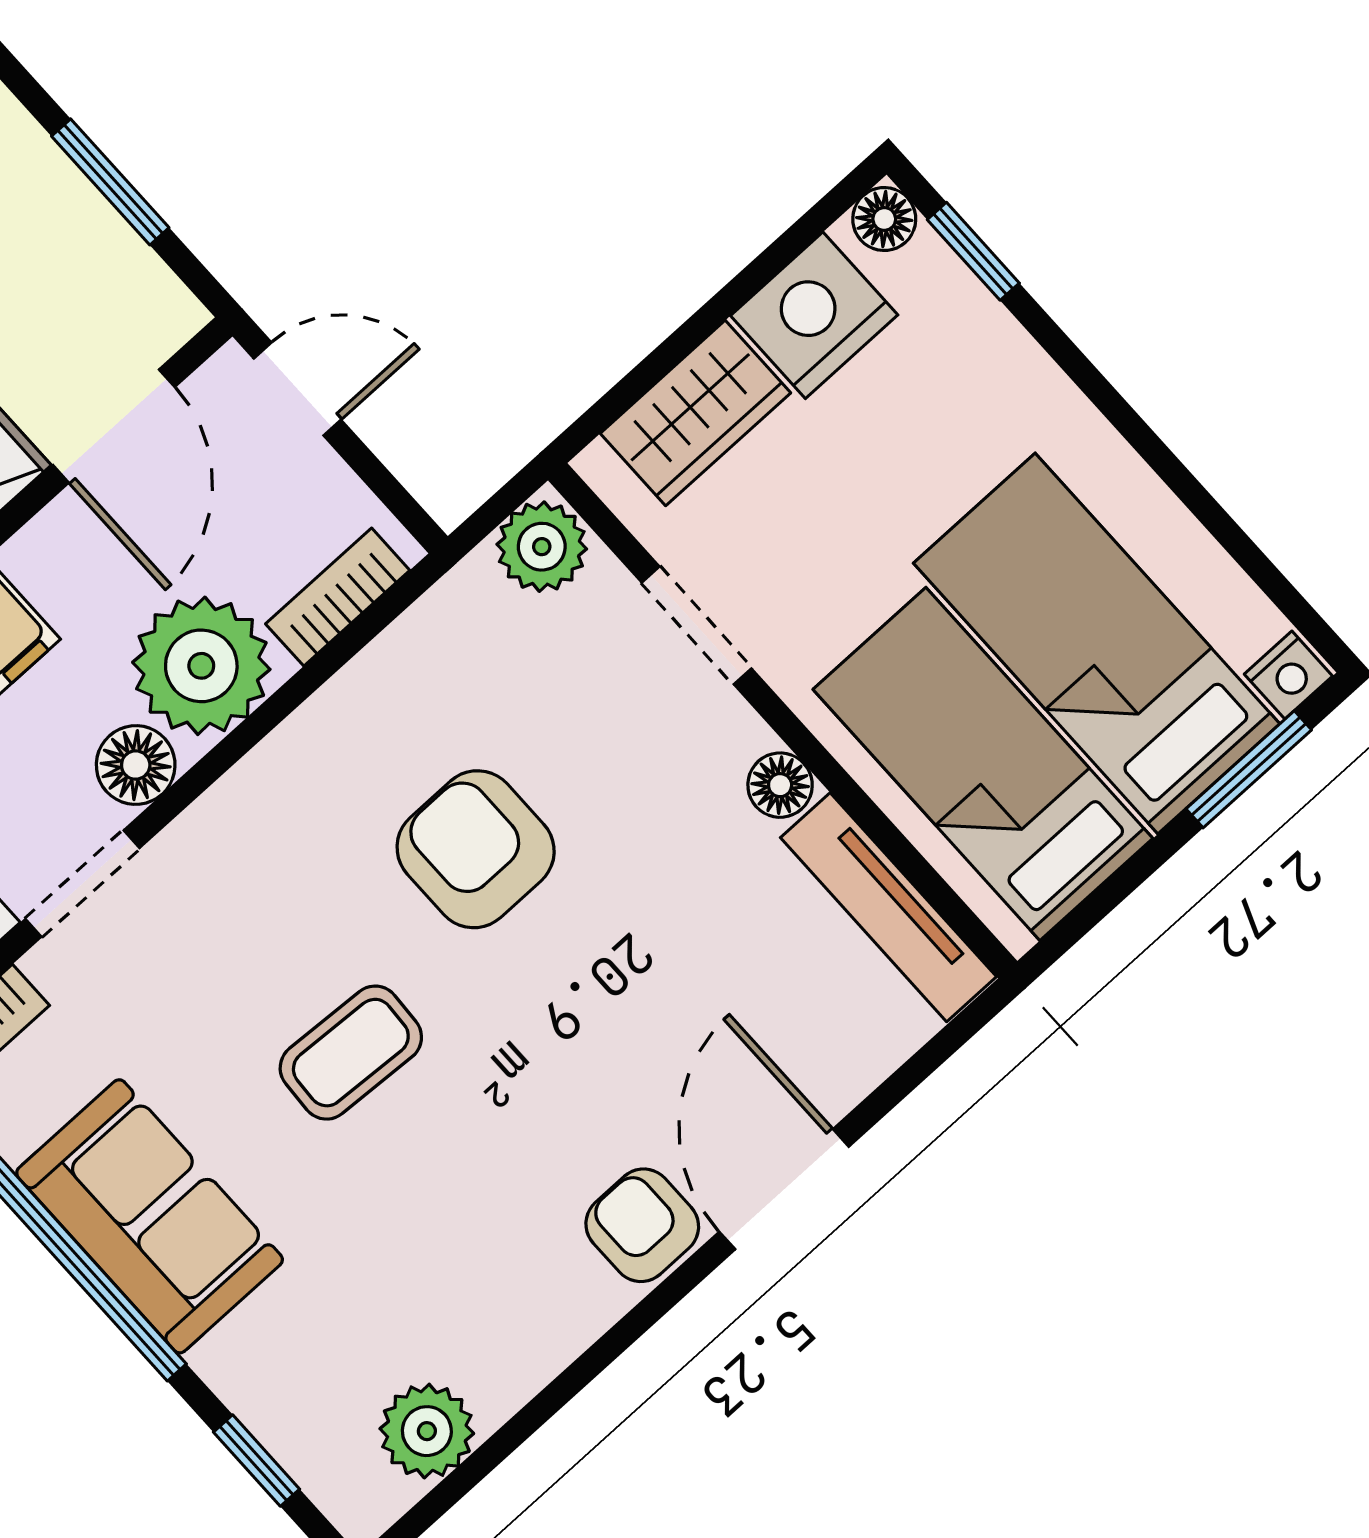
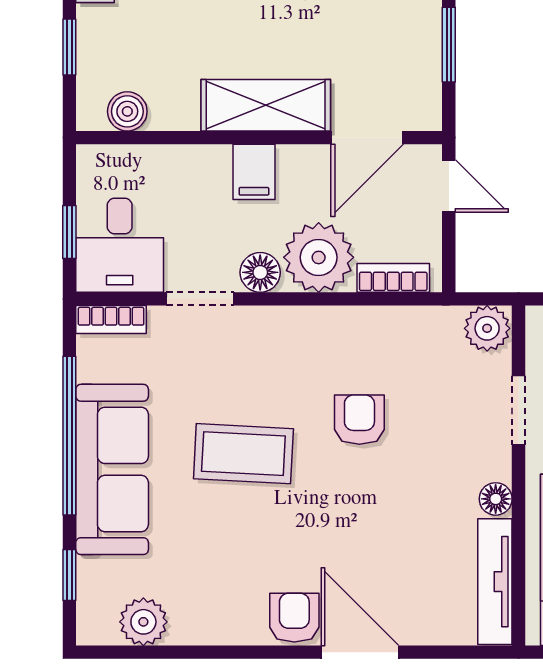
armchair: (476, 849) -> (359, 420), width x0.72, depth x0.72
coffee table: (351, 1053) -> (243, 454), width x1.36, depth x1.30
door: (784, 1189) -> (360, 652), hinge flipped
sofa: (150, 1216) -> (112, 469), width x1.36

